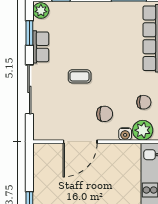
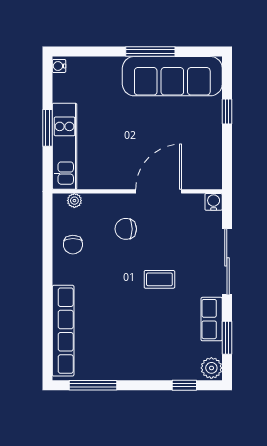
chair: (144, 102) -> (73, 245), turned -90
plant: (143, 130) -> (74, 201), width x0.53, depth x0.53
water cooler: (125, 134) -> (214, 202), moved

